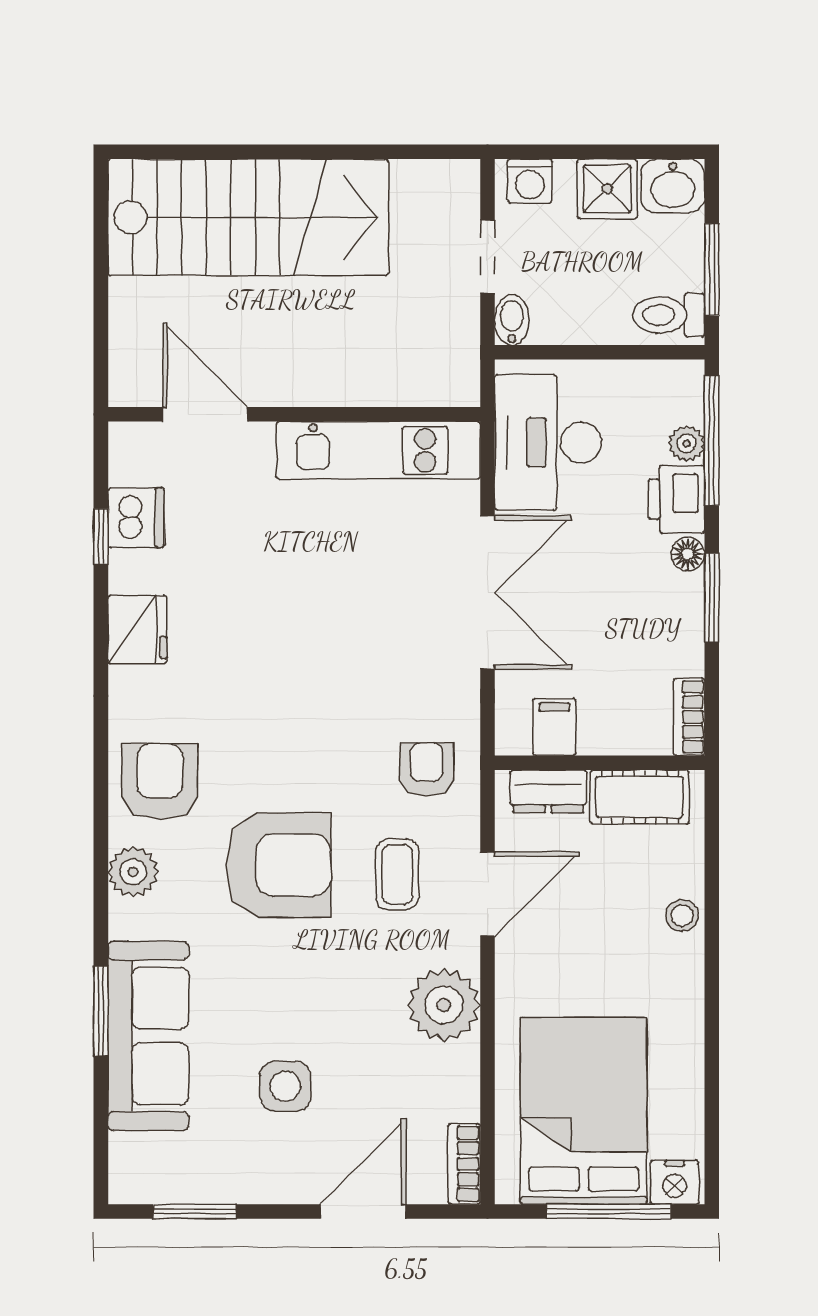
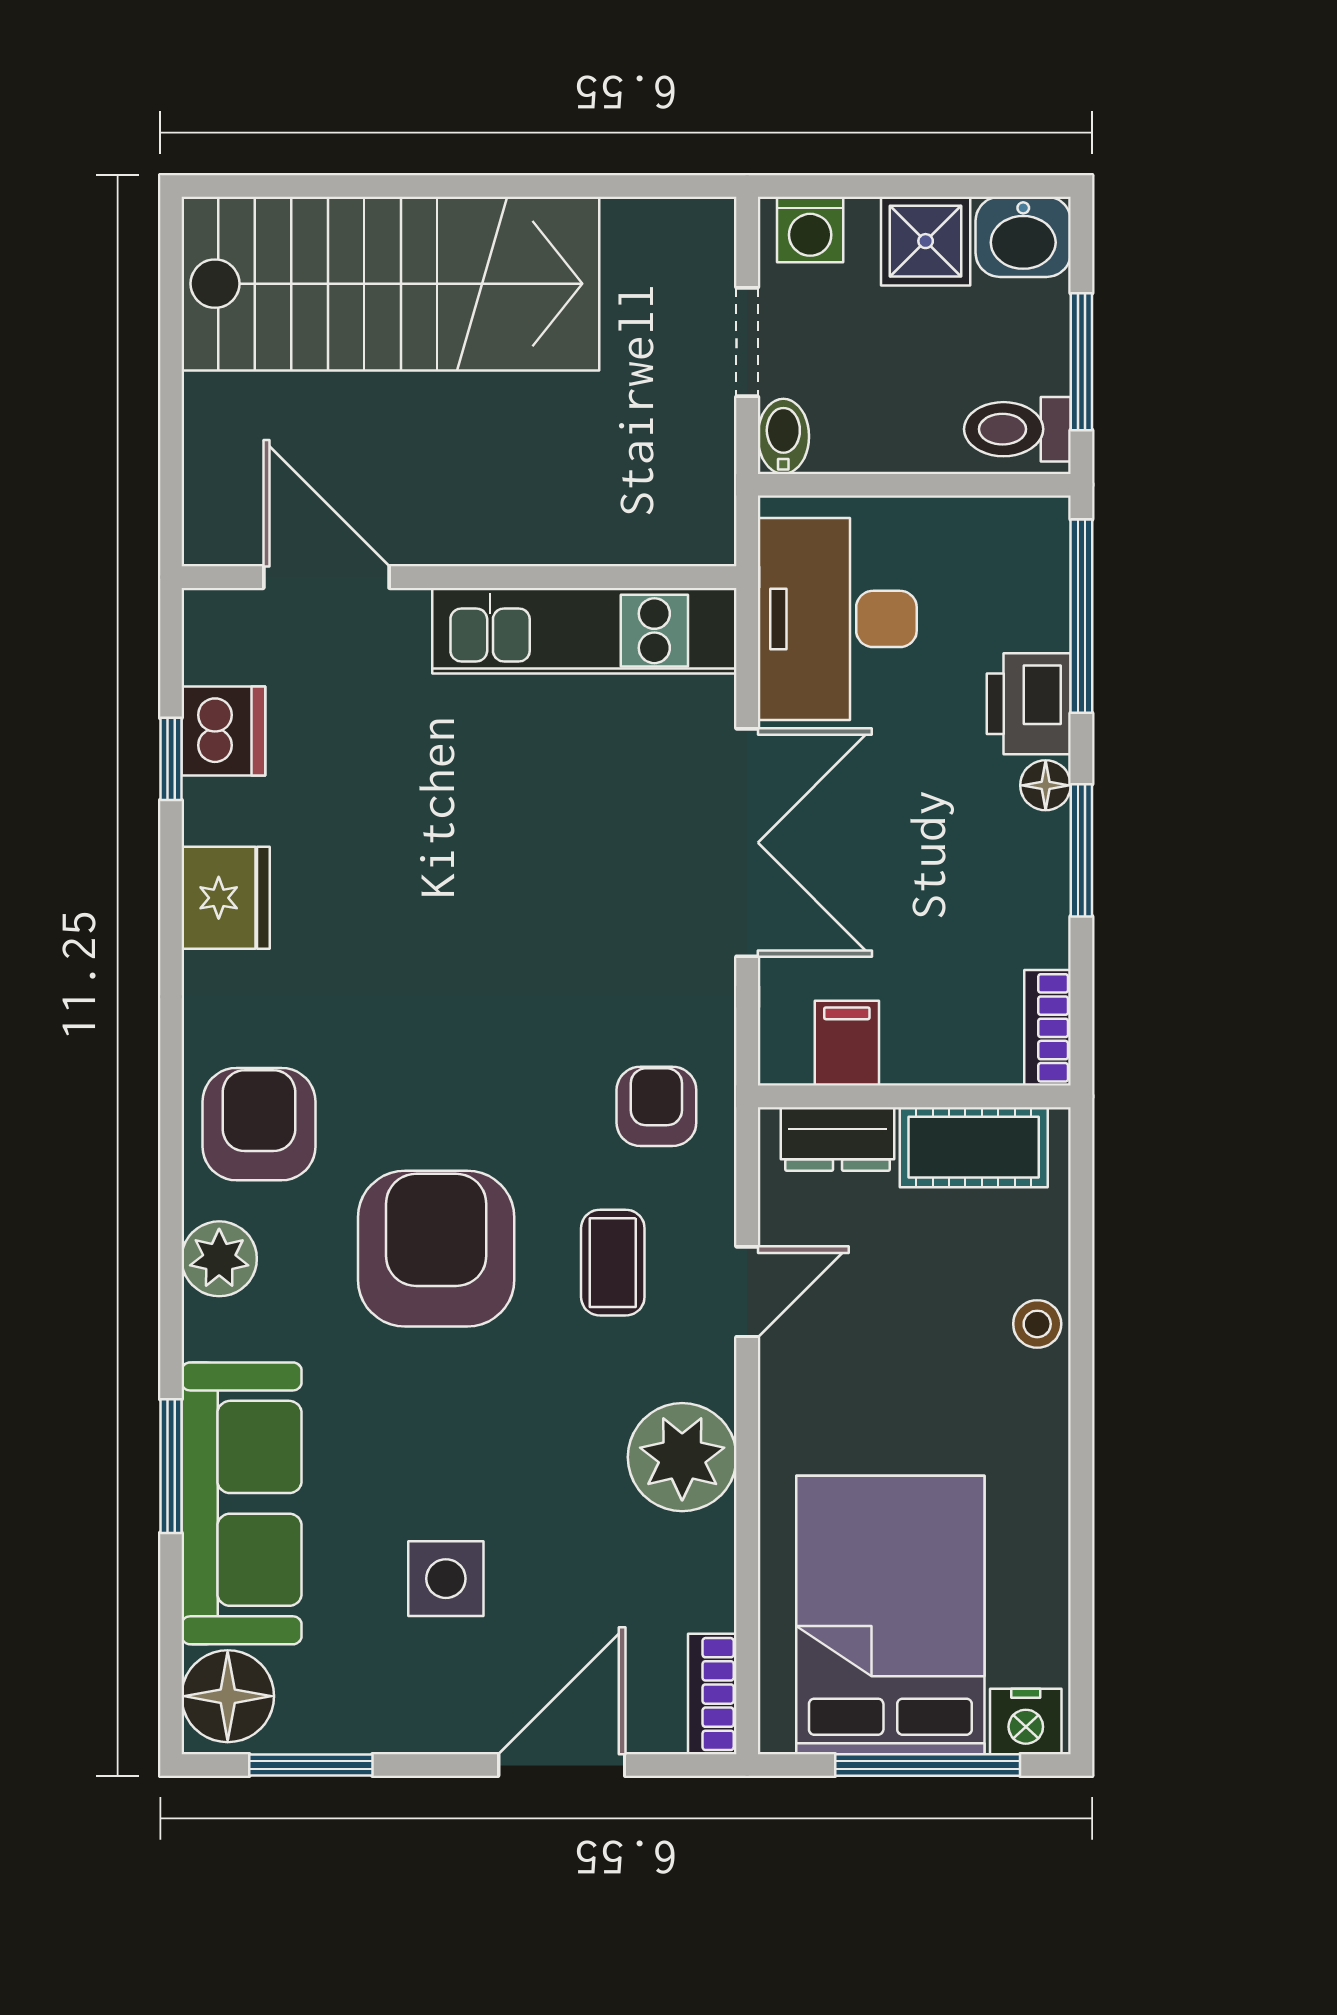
plant: (687, 443) -> (1044, 621), removed
armchair: (279, 865) -> (436, 1249), turned -90
door: (487, 894) -> (747, 1292), width x0.73
floor lamp: (139, 1165) -> (228, 1696), added

